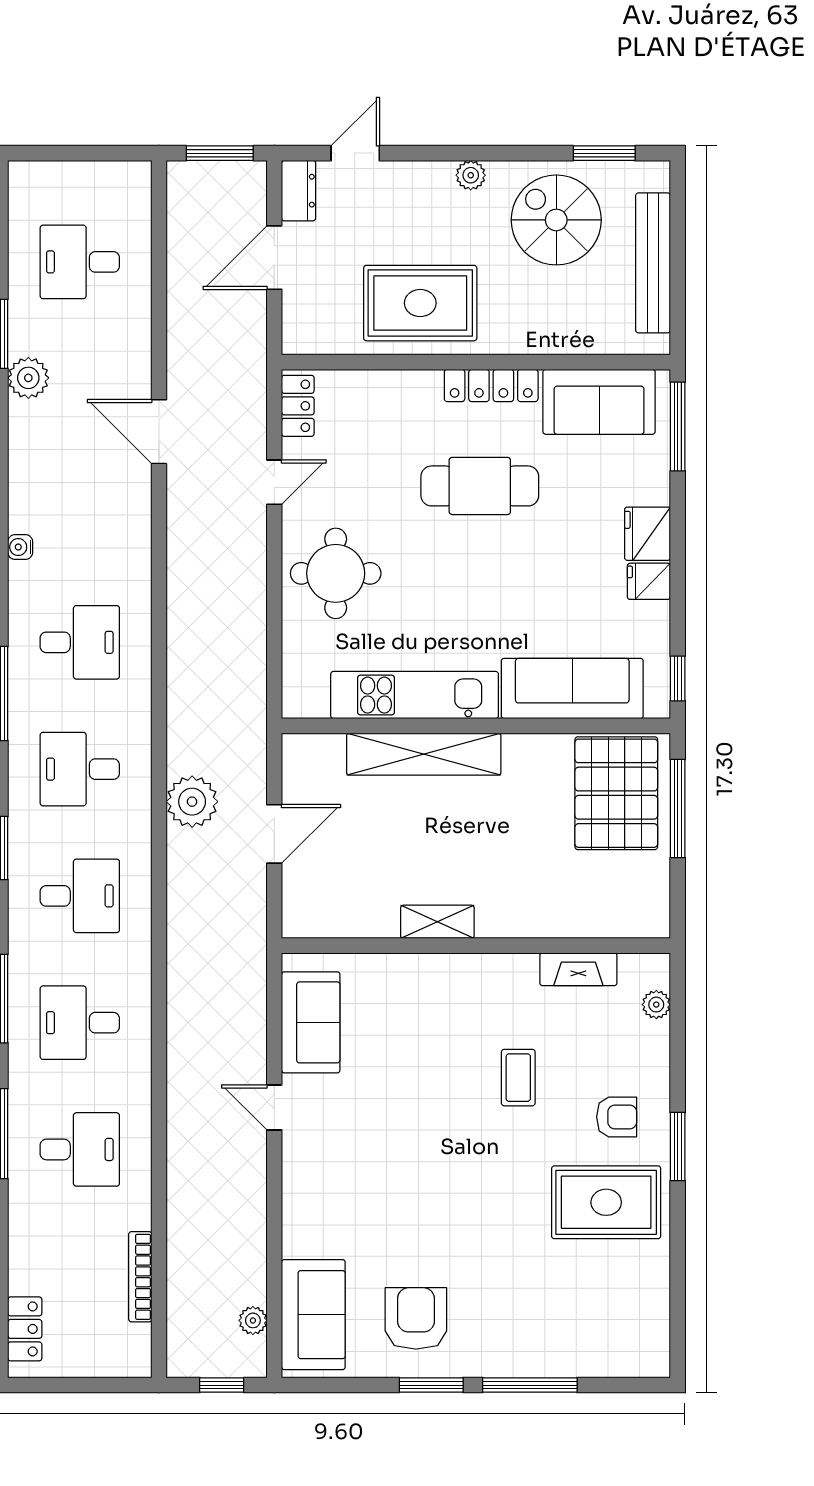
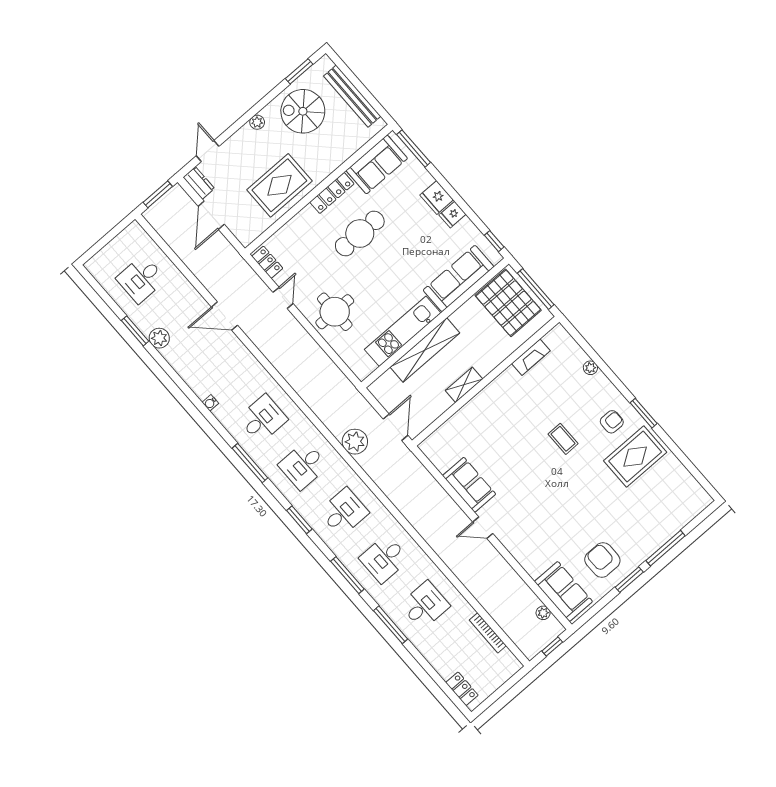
shelving: (437, 922) -> (464, 385), moved
wall: (476, 946) -> (486, 381), moved
fireplace: (578, 969) -> (531, 357), moved

